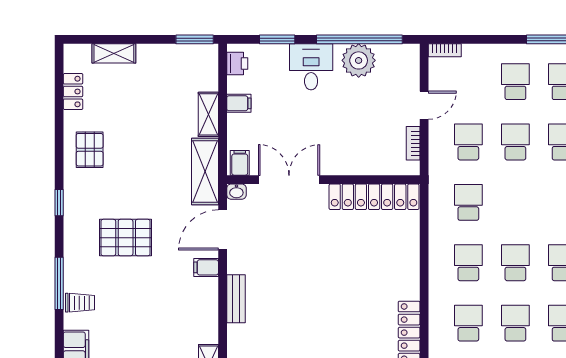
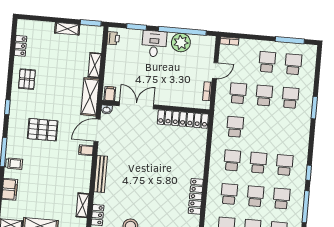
shelving: (114, 53) -> (67, 29), moved
filing cabinet: (239, 103) -> (112, 61), removed
bench: (236, 299) -> (101, 174), width x1.36

